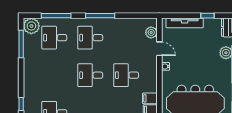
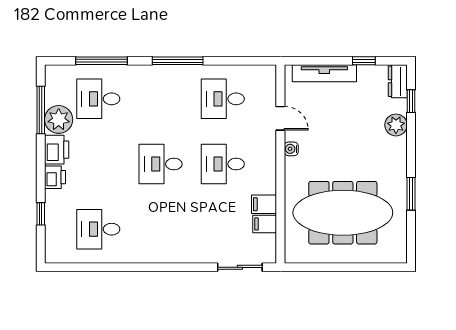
plant: (31, 26) -> (59, 119), moved
plant: (151, 32) -> (266, 90), removed
desk: (90, 38) -> (223, 99), moved
printer: (30, 67) -> (57, 150), added
printer: (29, 83) -> (55, 177), added

